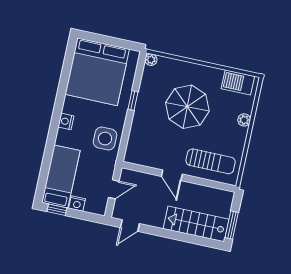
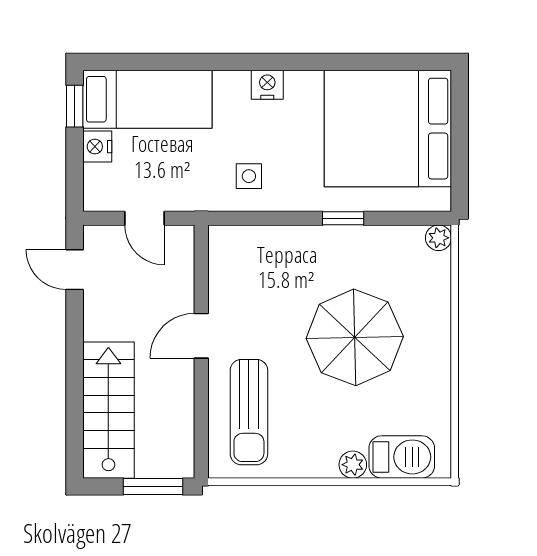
barbecue: (238, 82) -> (402, 457), moved, turned 90
side table: (105, 139) -> (249, 176), width x0.54, depth x0.54
window: (232, 225) -> (153, 487), moved

